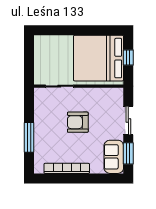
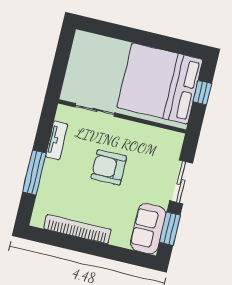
tv unit: (39, 112) -> (57, 140), added

